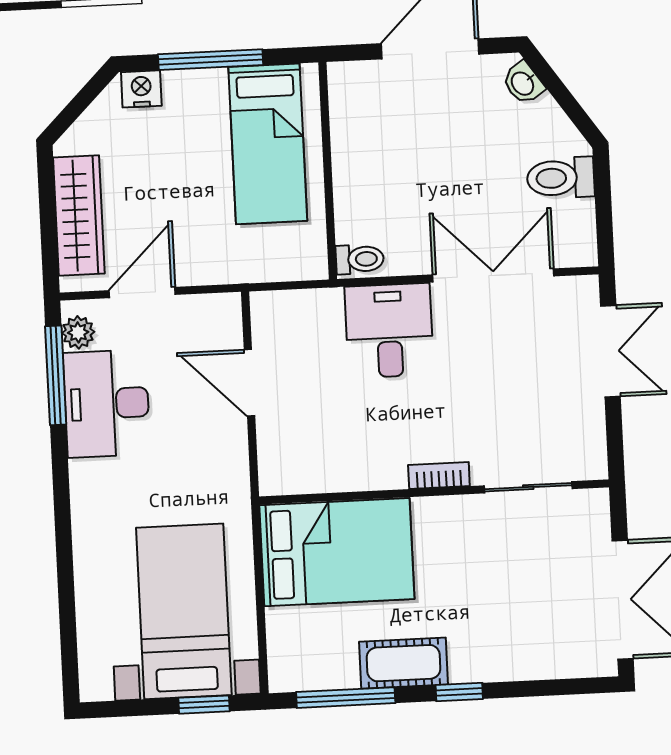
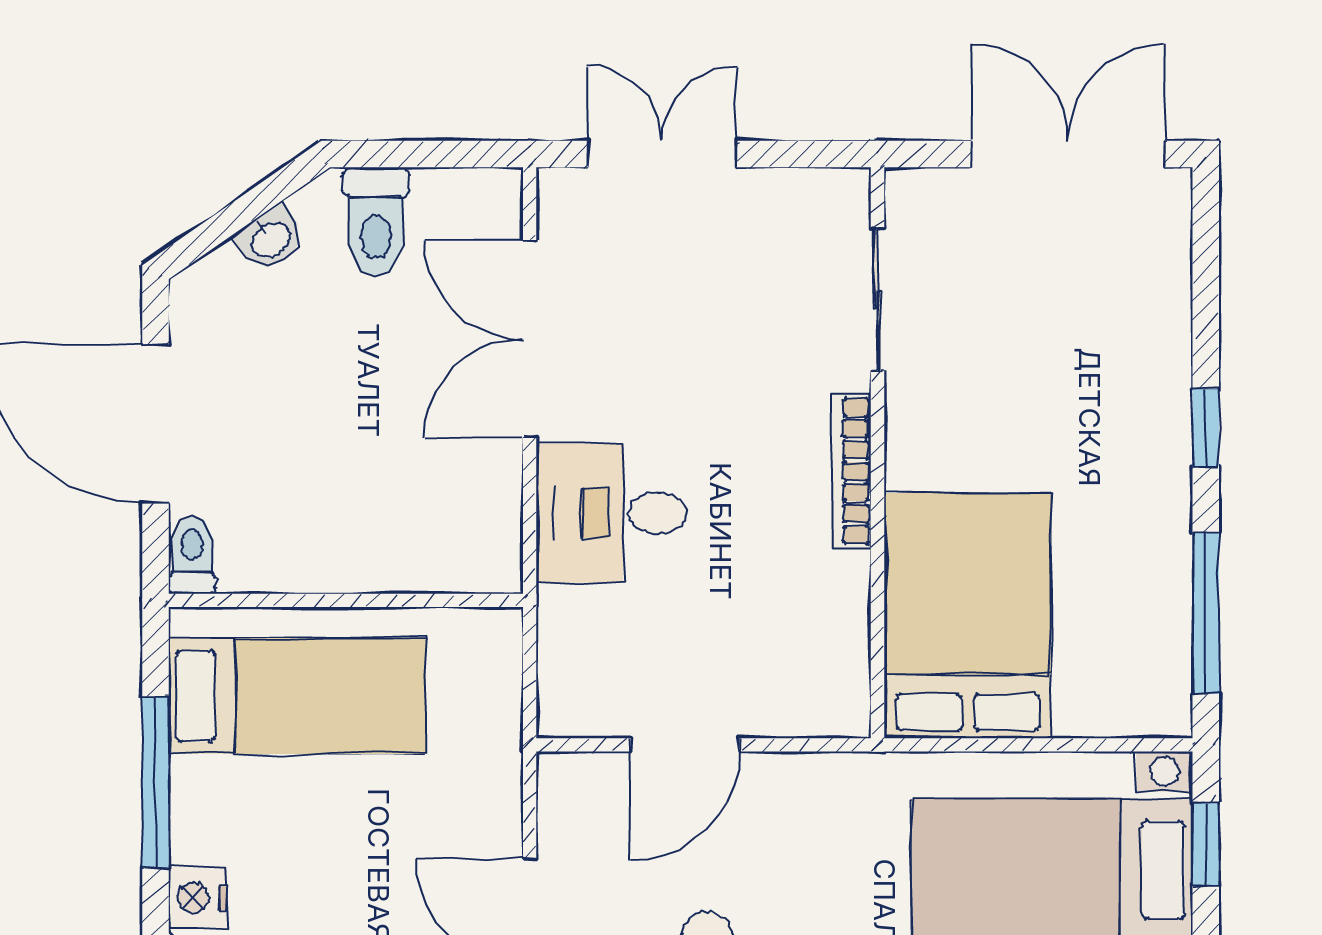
washbasin: (523, 83) -> (270, 239), moved
toilet: (360, 259) -> (192, 555), moved
bookcase: (439, 475) -> (851, 471), width x1.56
cot: (403, 663) -> (1154, 516), removed

